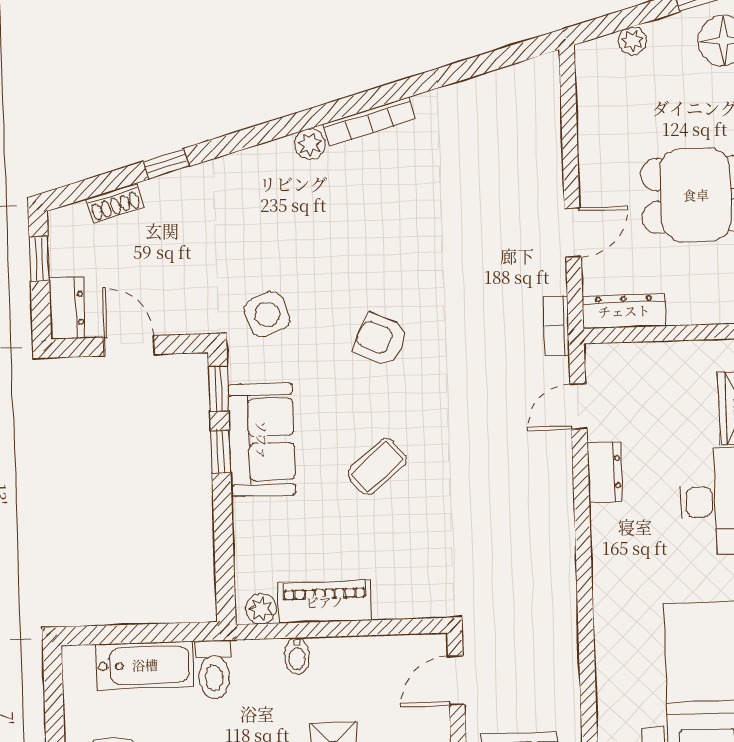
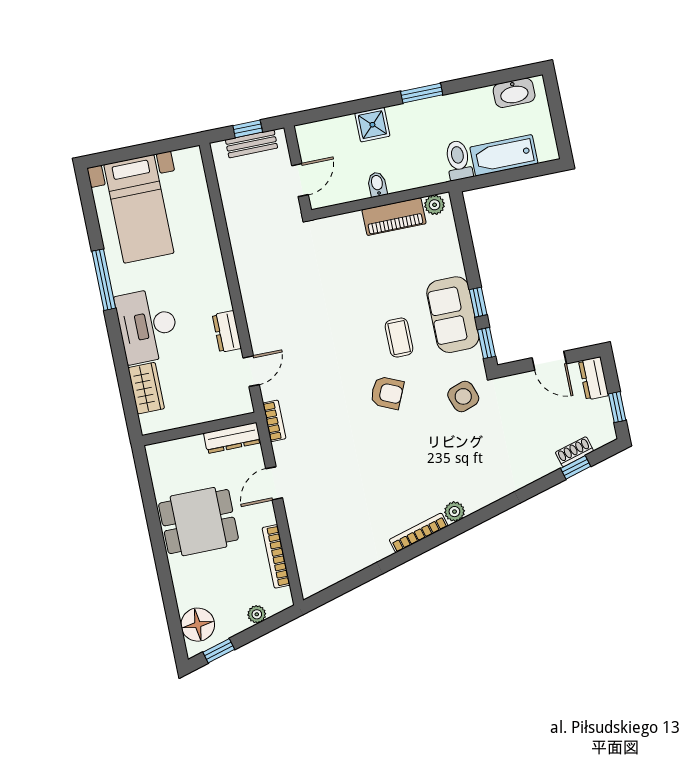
bookcase: (588, 123) -> (276, 556), added
window: (166, 164) -> (576, 467), moved
coffee table: (377, 467) -> (399, 338), moved, turned -50
bidet: (297, 656) -> (377, 184), moved

